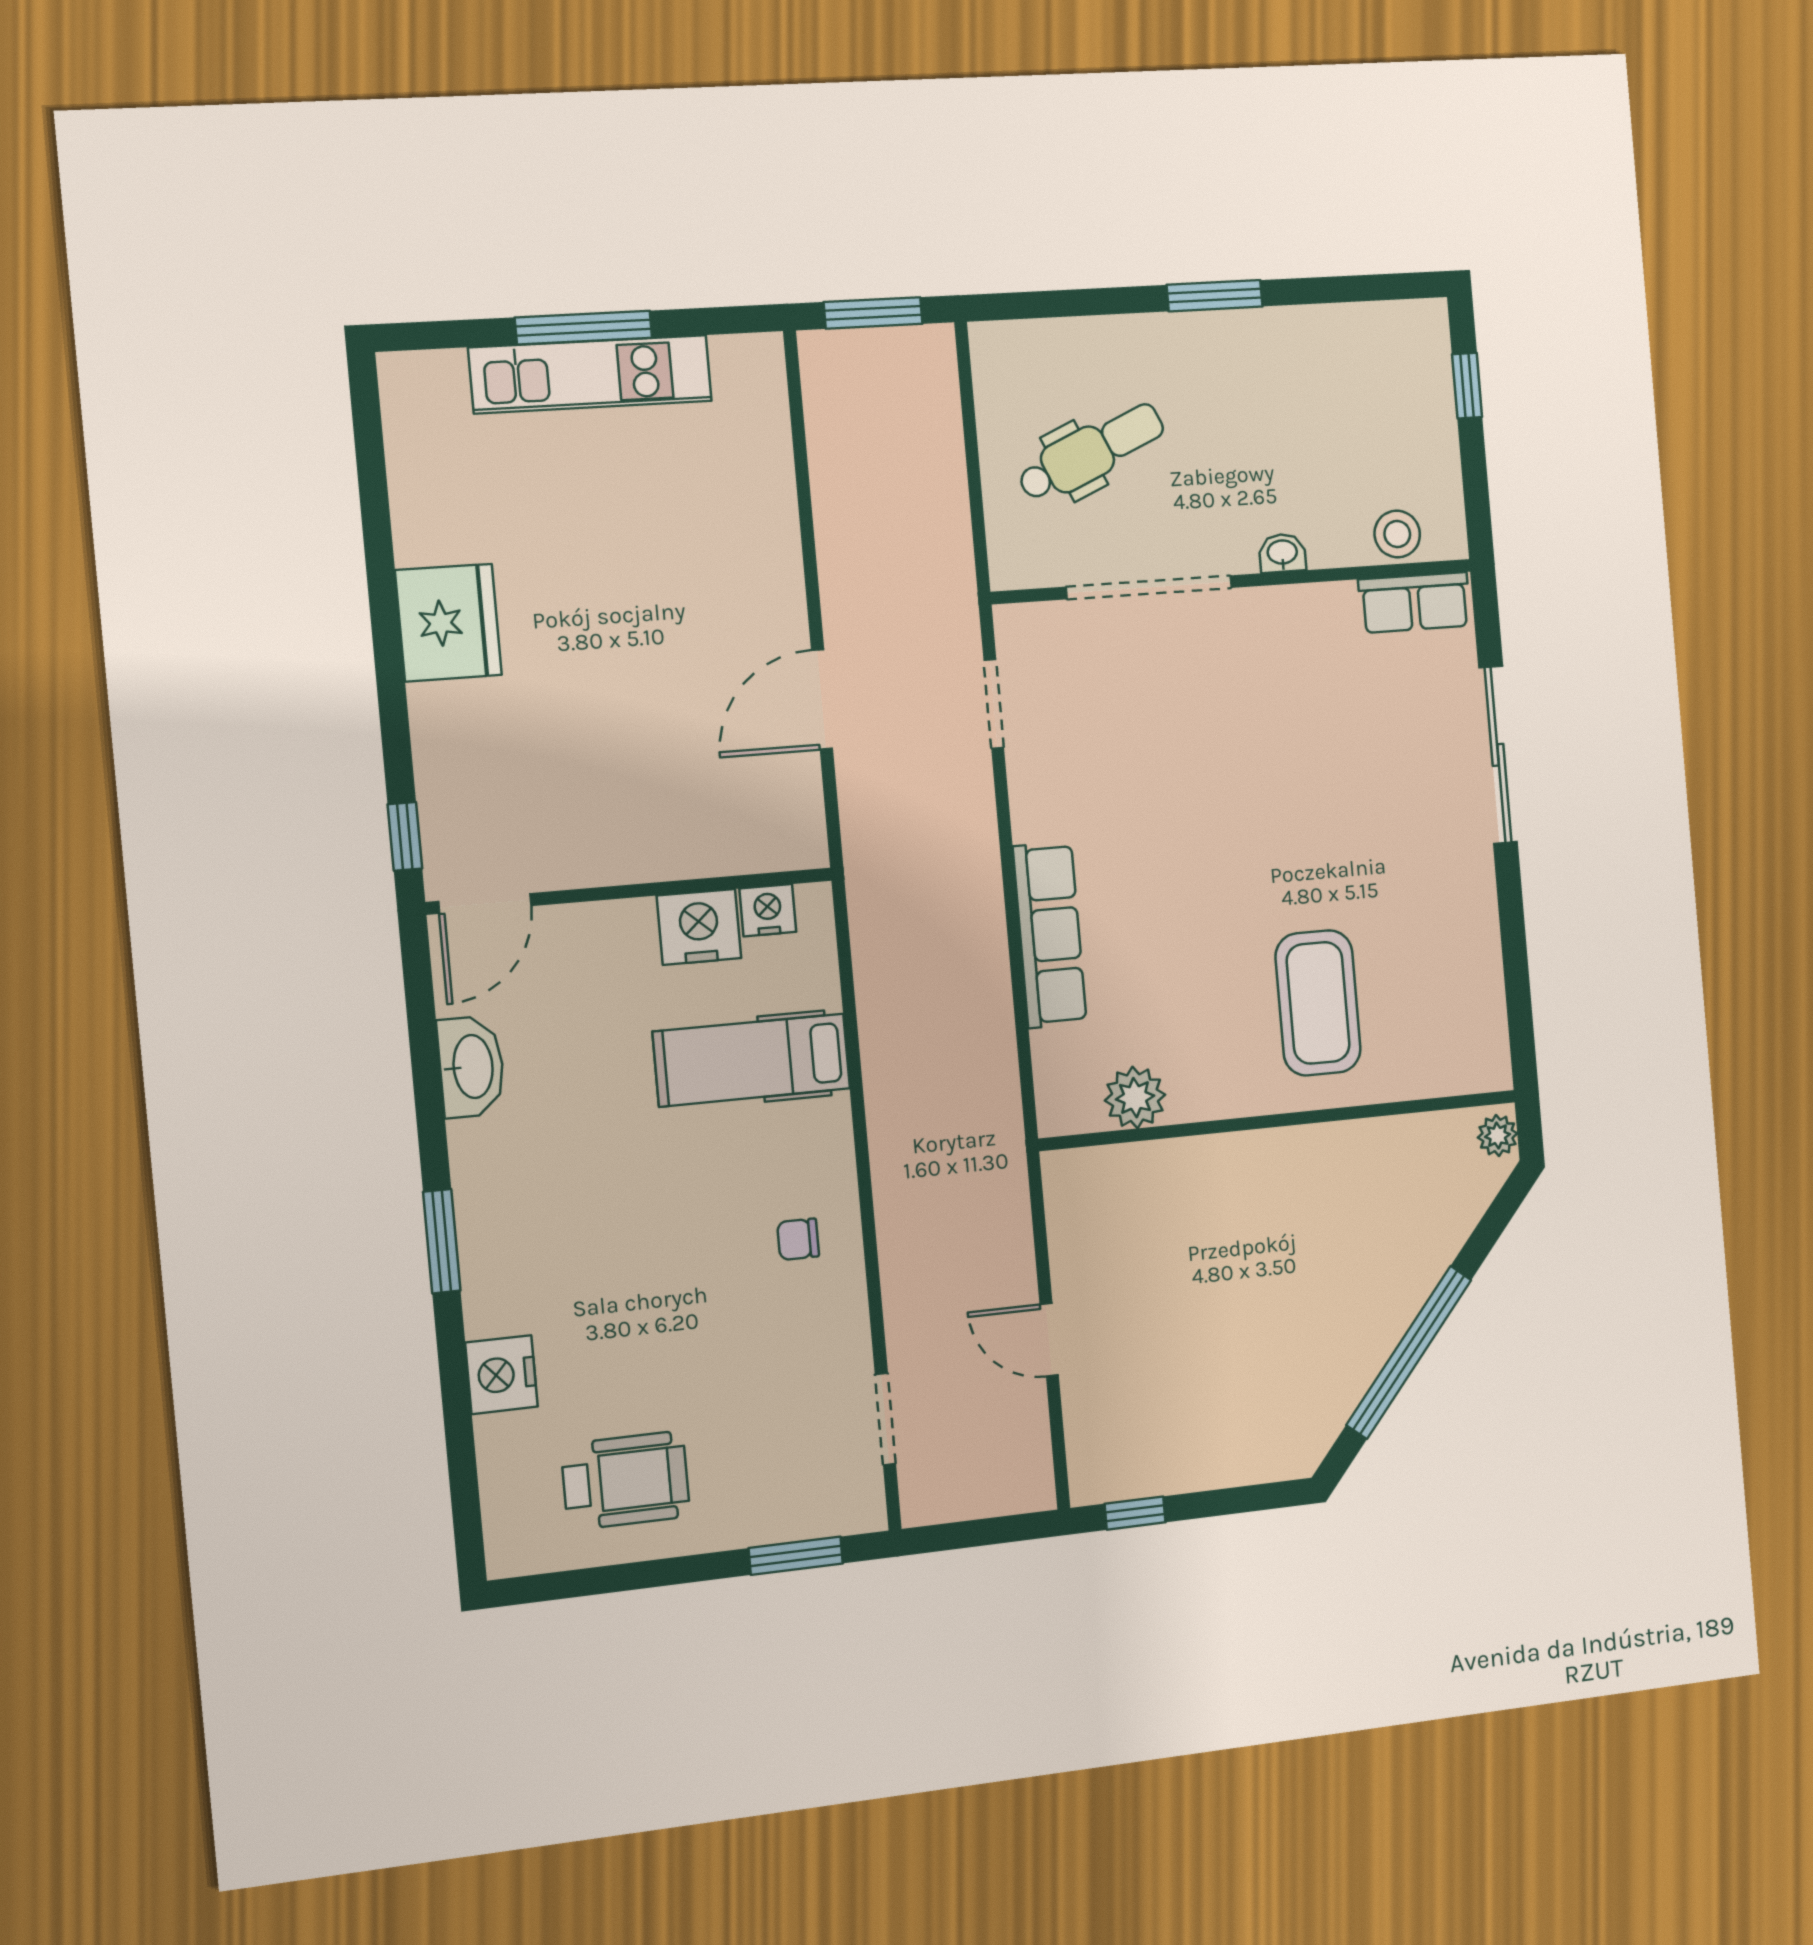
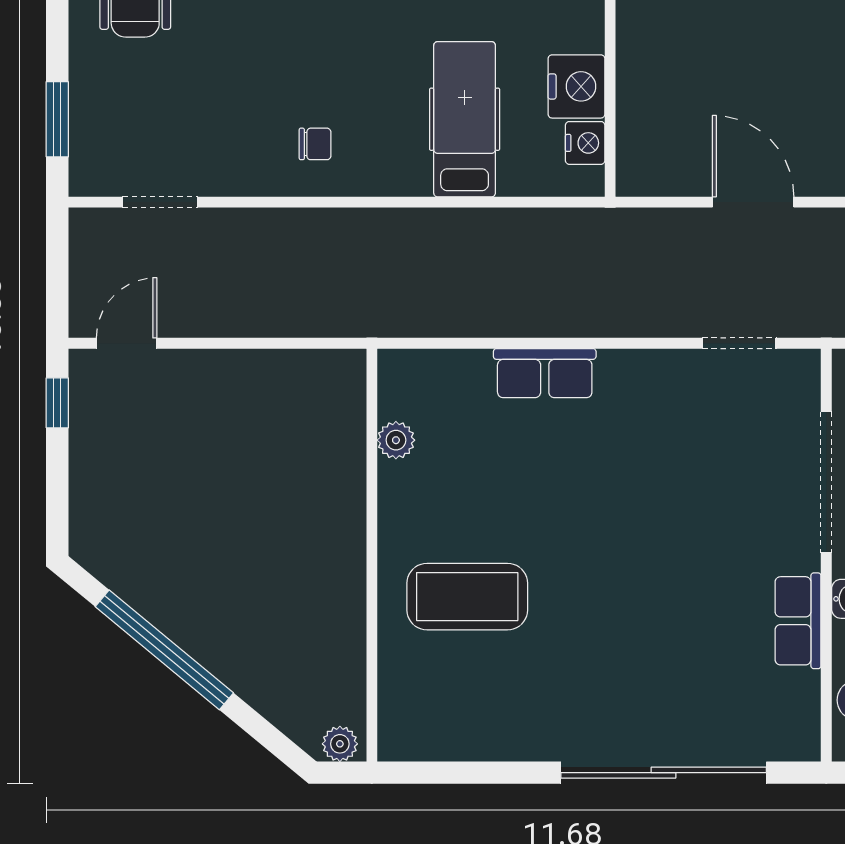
row of seats: (1415, 603) -> (798, 621), moved
sliding door: (1498, 755) -> (664, 773), width x1.36
row of seats: (1050, 935) -> (545, 373), width x0.68
plant: (1135, 1098) -> (396, 440), width x0.73, depth x0.73
chair: (798, 1239) -> (315, 144), turned 90
door: (1049, 1340) -> (127, 343), moved

